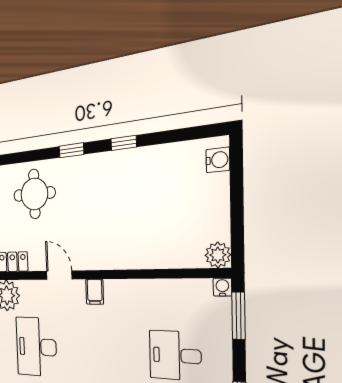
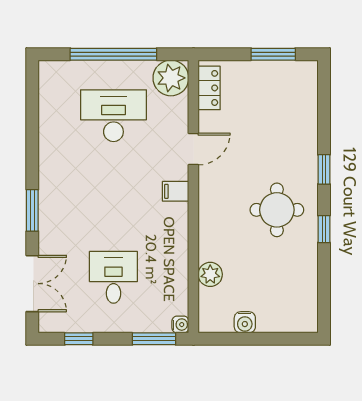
water cooler: (218, 160) -> (245, 322), moved
round table: (34, 194) -> (277, 210), moved
plant: (218, 255) -> (210, 274), moved

